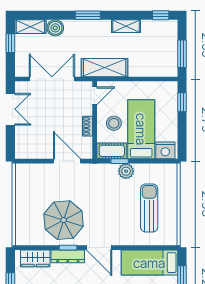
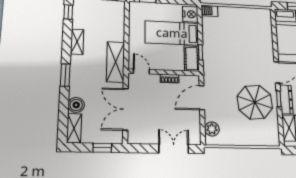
window: (10, 43) -> (102, 148), moved
double door: (10, 109) -> (174, 149), moved
stool: (114, 123) -> (167, 56), removed
plant: (126, 171) -> (212, 129), moved
barbecue: (171, 173) -> (209, 11), added
sun lounger: (149, 208) -> (240, 30), removed

